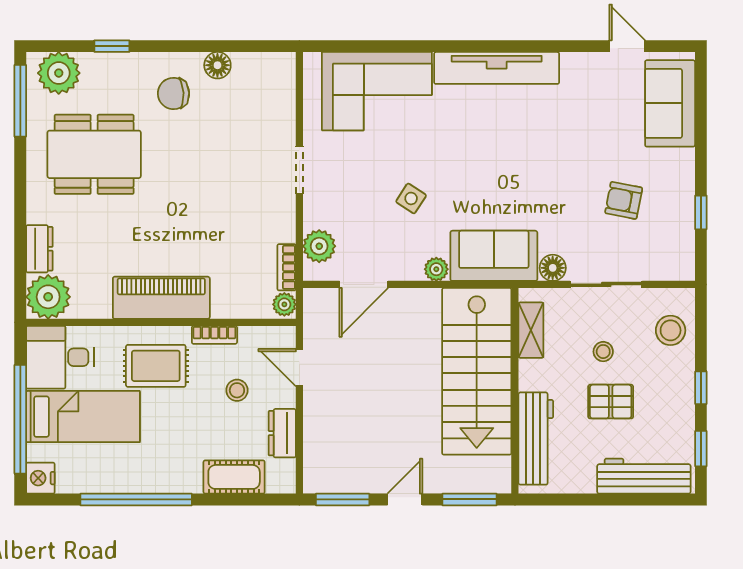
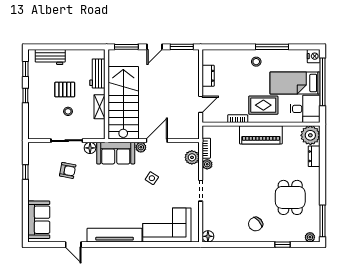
door: (627, 46) -> (73, 245), moved
floor lamp: (217, 65) -> (208, 236), moved
plant: (59, 73) -> (310, 237), width x0.53, depth x0.53
chair: (174, 93) -> (256, 224), turned 141
dining table: (94, 154) -> (290, 197), width x0.73
armchair: (624, 200) -> (68, 170), moved
door: (364, 284) -> (157, 141), moved
plant: (284, 304) -> (207, 164), moved
shelving: (531, 330) -> (100, 107), moved
stool: (671, 330) -> (39, 121), removed
door: (299, 368) -> (201, 104), hinge flipped
stool: (237, 390) -> (256, 62), moved
workbench: (536, 439) -> (97, 73), width x0.73
workbench: (644, 476) -> (50, 57), width x0.73
cot: (234, 477) -> (229, 57), removed
window: (136, 499) -> (272, 47), width x0.68

